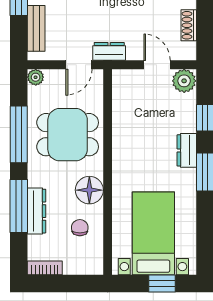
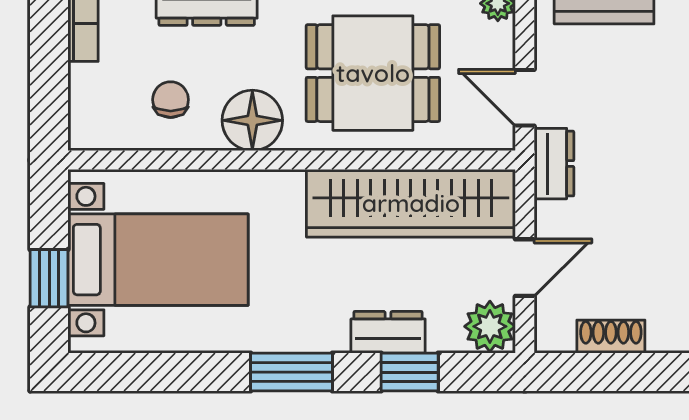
wardrobe: (127, 117) -> (411, 203), added
dining table: (68, 135) -> (373, 73), turned 90
dresser: (187, 150) -> (388, 332), moved
chair: (80, 228) -> (171, 100), turned -90

